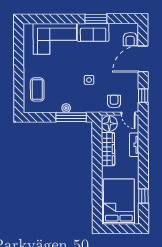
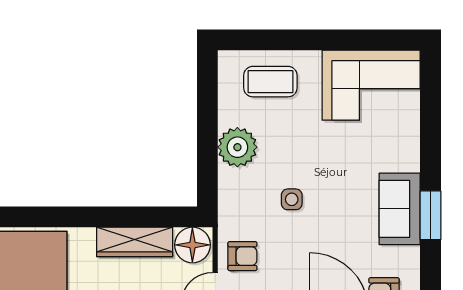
corner sofa: (55, 39) -> (371, 85), moved, turned -90
plant: (66, 108) -> (237, 147), width x1.88, depth x1.88
window: (71, 117) -> (207, 158), removed

